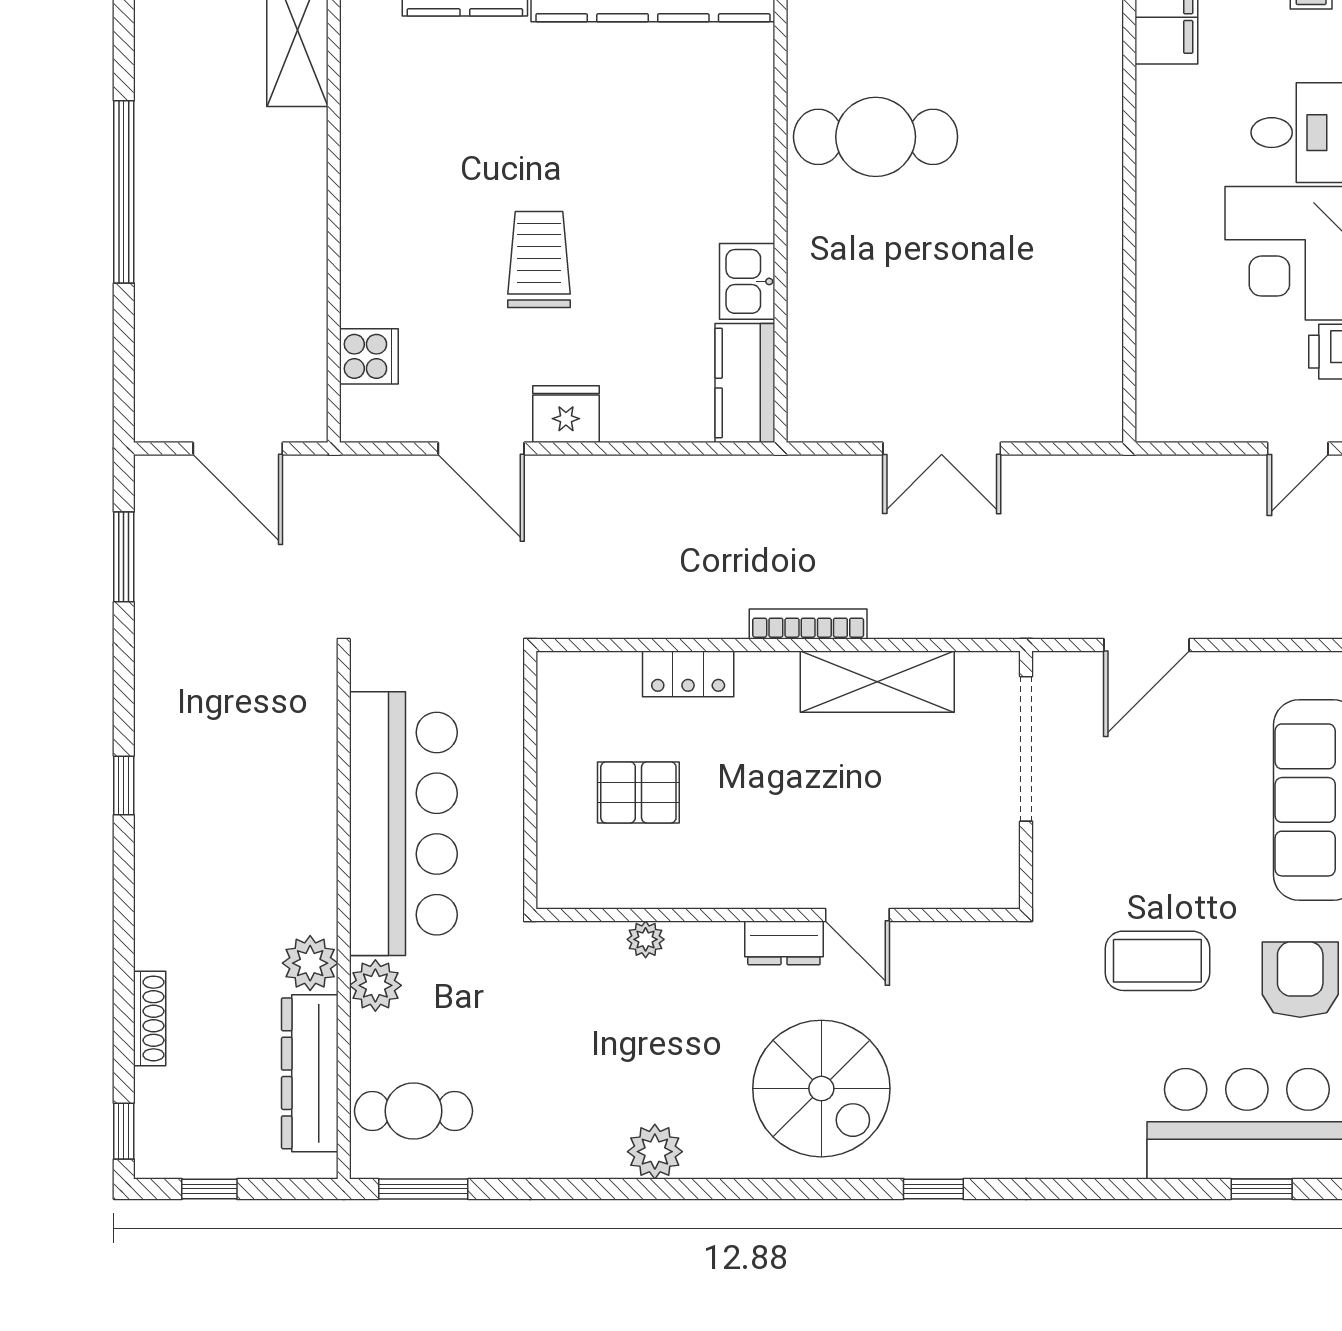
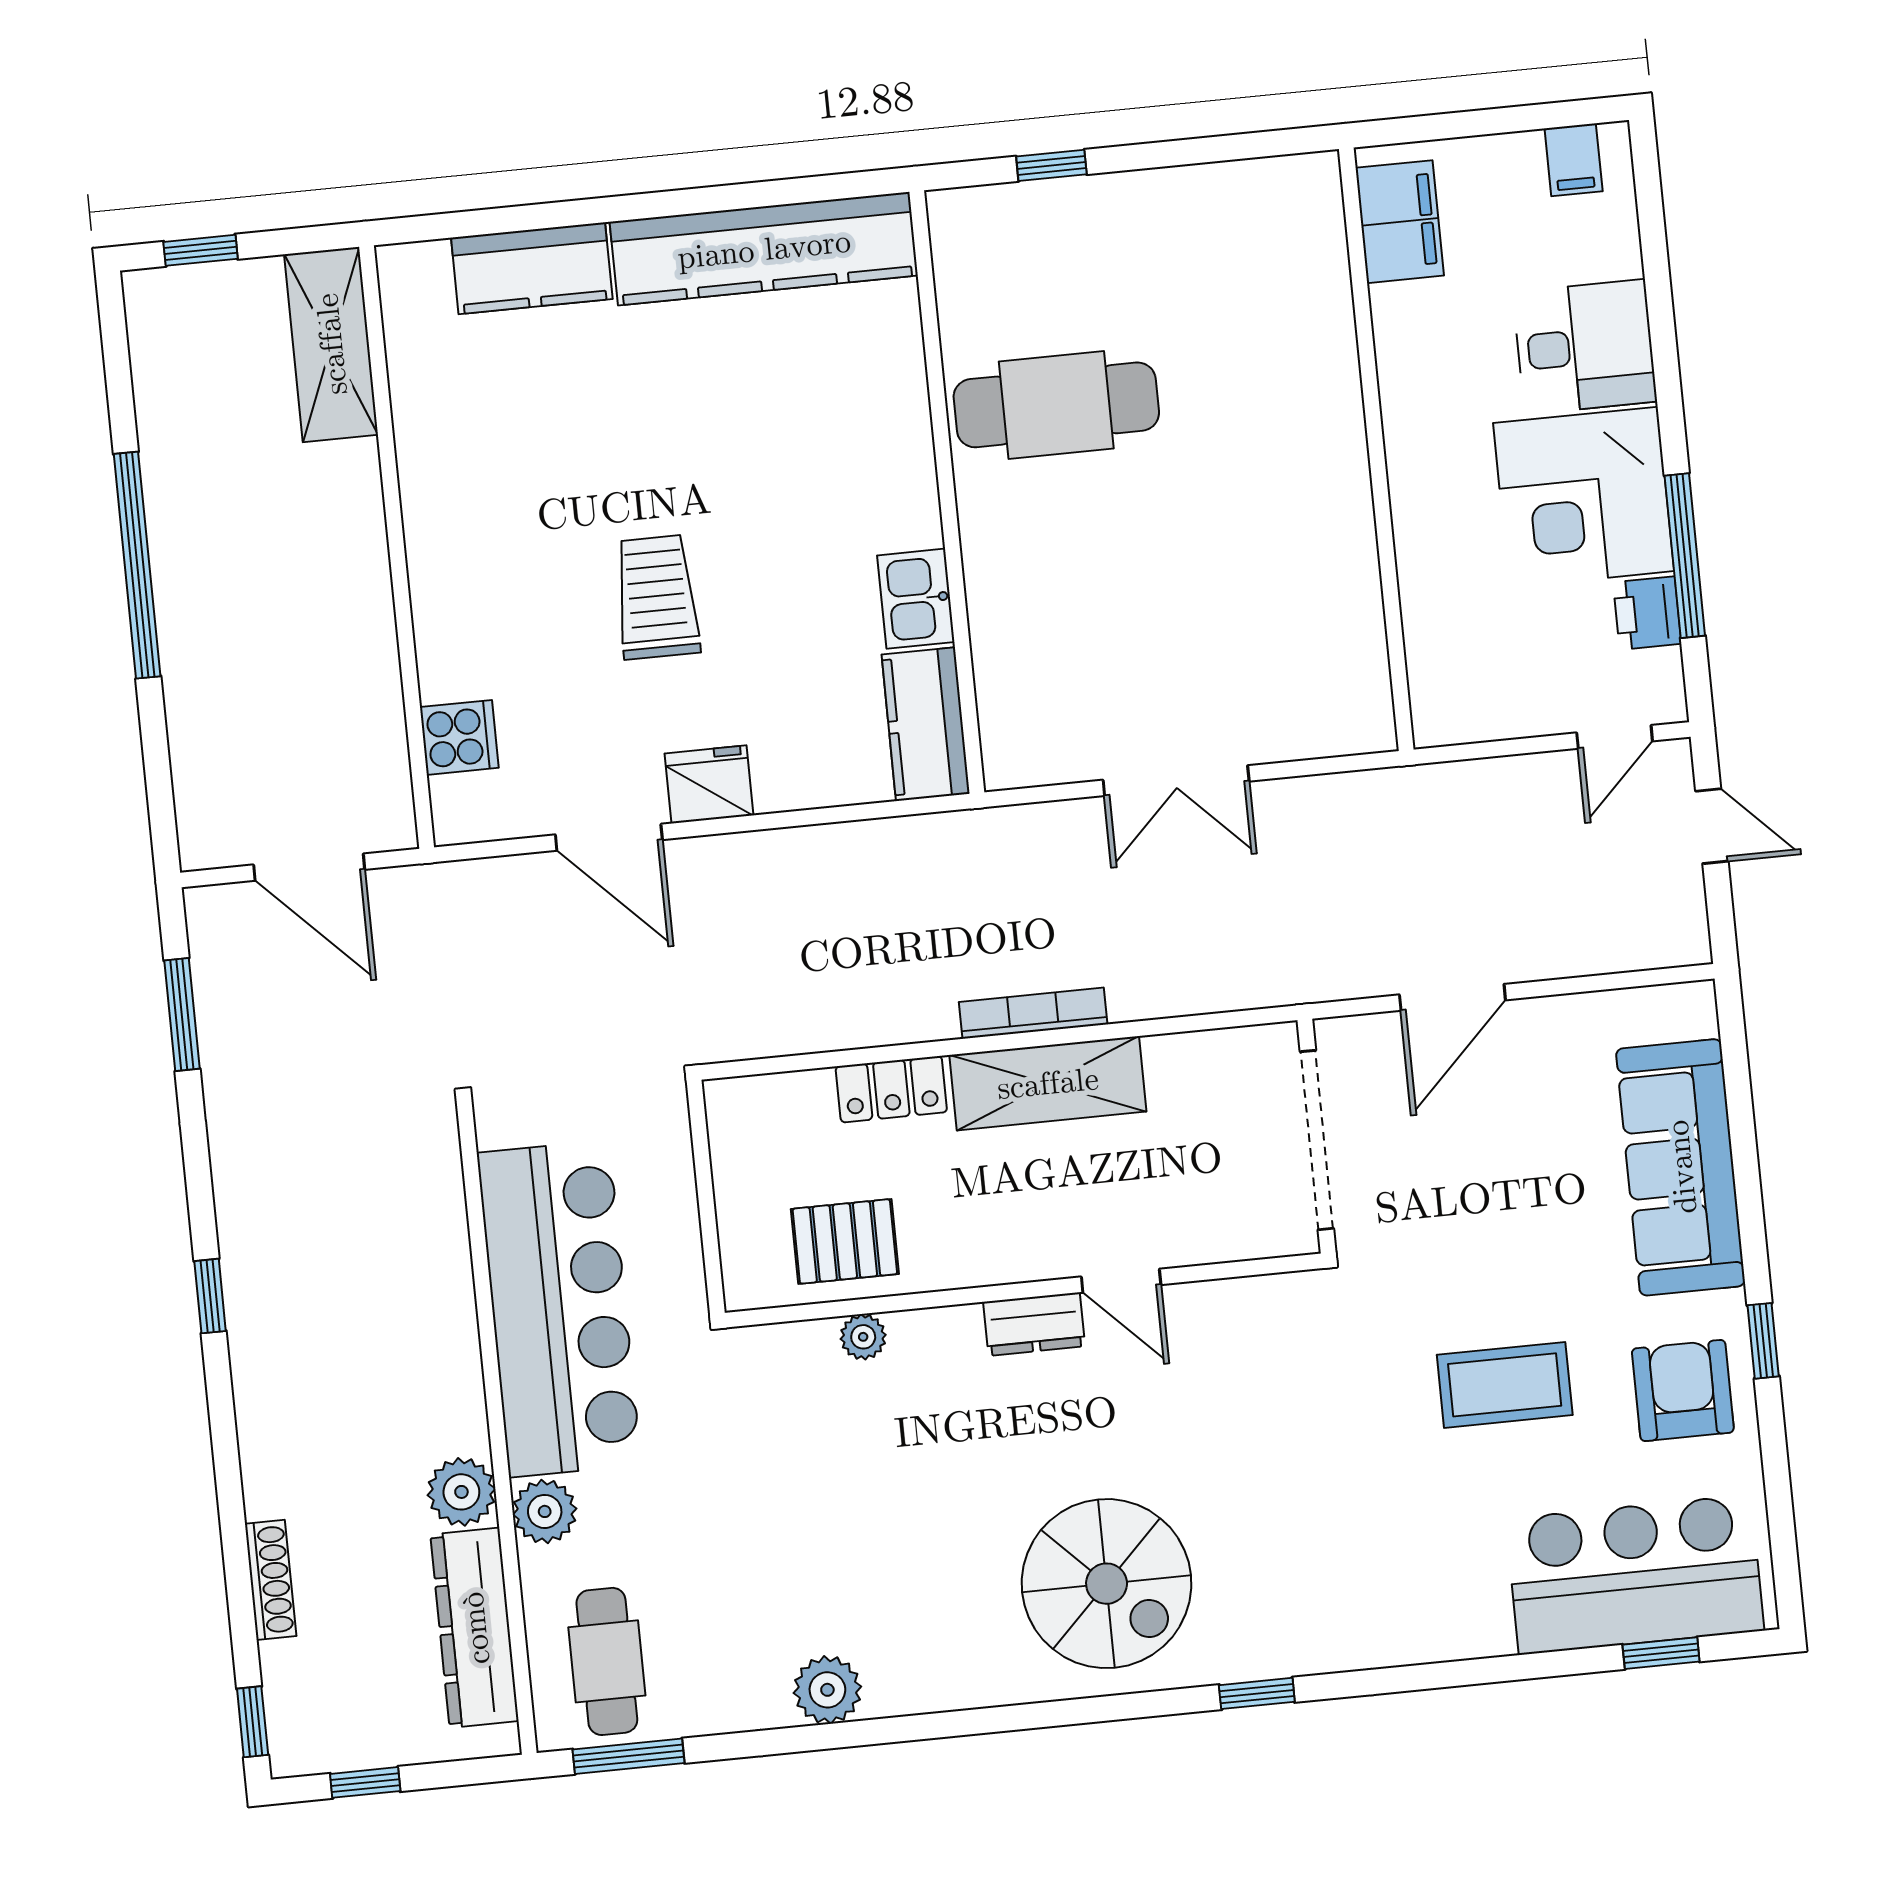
shelving: (877, 682) -> (1048, 1083), moved
wall: (778, 915) -> (1024, 1291), moved
door: (857, 915) -> (1121, 1281), moved
plant: (646, 939) -> (863, 1337), moved
dresser: (784, 943) -> (1034, 1324), moved
cafe table: (413, 1111) -> (607, 1661), turned 90
plant: (655, 1152) -> (827, 1690), moved

